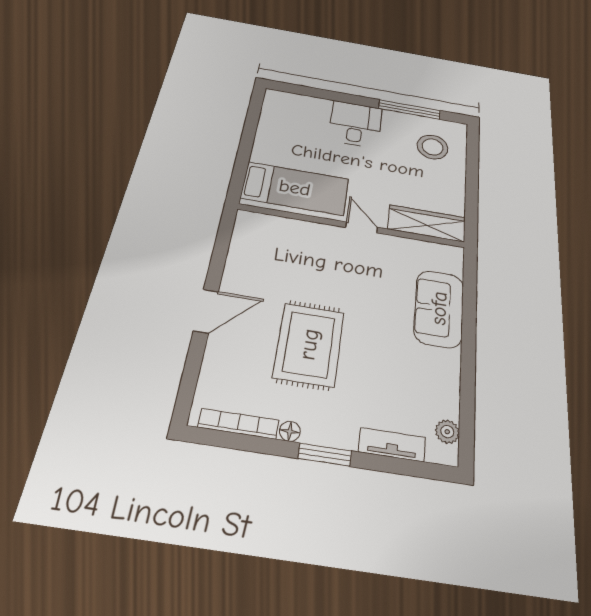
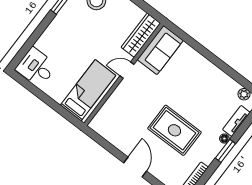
desk: (355, 124) -> (36, 67), moved
sofa: (439, 308) -> (160, 50), moved, turned -90
floor lamp: (290, 431) -> (224, 139), moved

